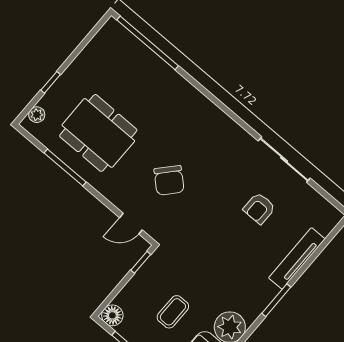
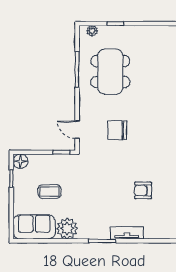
chair: (169, 180) -> (117, 130), turned 48
tv unit: (297, 258) -> (127, 233), width x0.71

